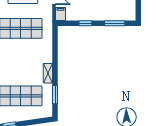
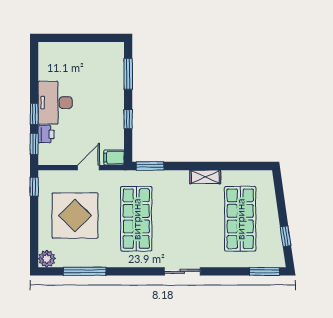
window: (55, 95) -> (150, 166), moved

